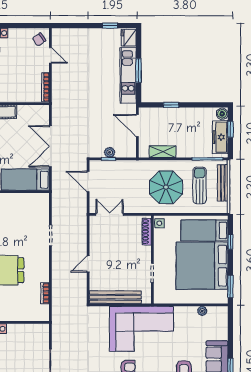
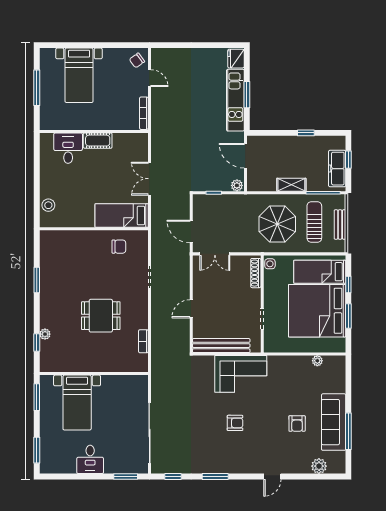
window: (110, 26) -> (216, 45), removed
window: (171, 105) -> (306, 133), moved
boiler: (222, 114) -> (339, 143), removed
double door: (50, 146) -> (149, 179), width x0.73
plant: (110, 152) -> (237, 185), moved
shelving: (162, 152) -> (291, 185), moved
door: (88, 181) -> (191, 232), moved
bench: (223, 183) -> (340, 225), width x0.73
chair: (23, 208) -> (119, 247), added
double door: (110, 214) -> (215, 254), swing flipped
window: (230, 286) -> (348, 316), moved
corner sofa: (141, 329) -> (241, 374), width x0.73, depth x0.74

